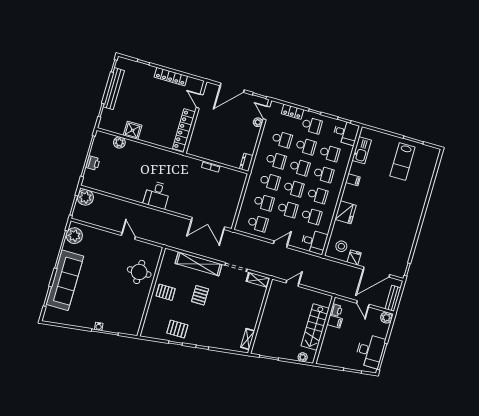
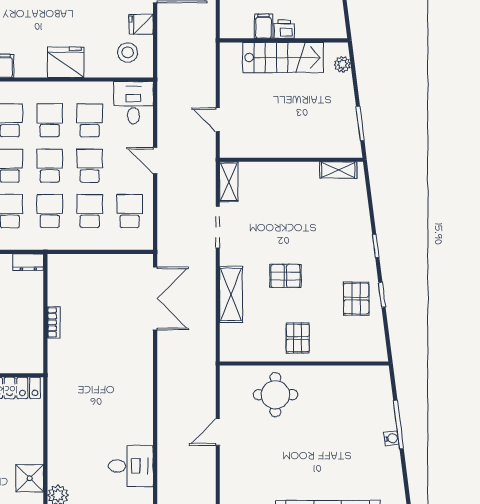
desk: (157, 195) -> (131, 466), moved
shelving: (199, 264) -> (231, 295), width x0.68
printer: (336, 310) -> (284, 29), moved

